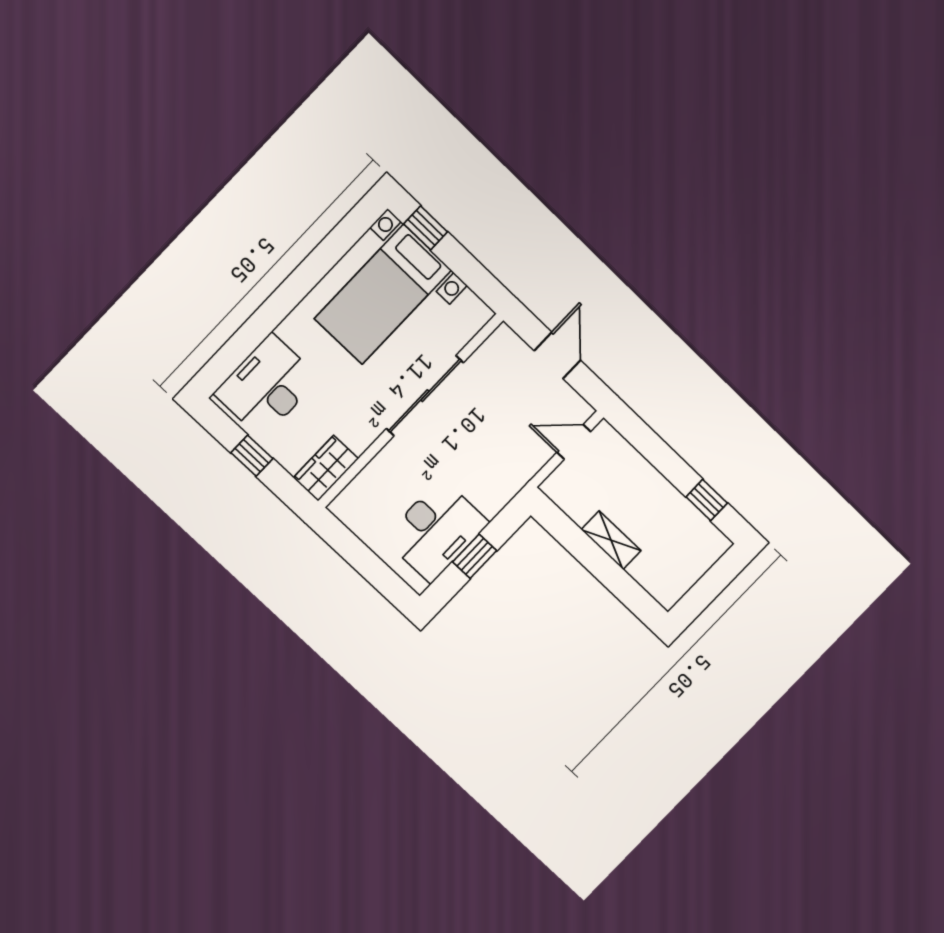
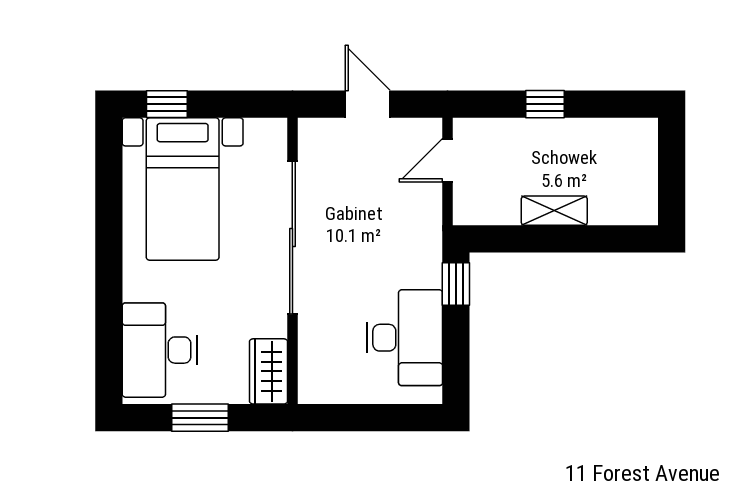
sliding door: (425, 396) -> (292, 238), width x1.36
window: (252, 456) -> (200, 418), width x1.50
window: (707, 500) -> (545, 104), moved
window: (475, 556) -> (456, 284), moved

